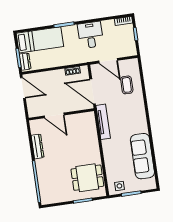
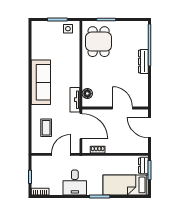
door: (108, 61) -> (61, 154), hinge flipped
door: (23, 88) -> (149, 127), moved
tv unit: (103, 122) -> (75, 100), width x0.71
floor lamp: (91, 125) -> (87, 94), added
dresser: (38, 146) -> (143, 61), moved
sofa: (142, 156) -> (41, 82), moved
dining table: (87, 178) -> (99, 42), turned 90

